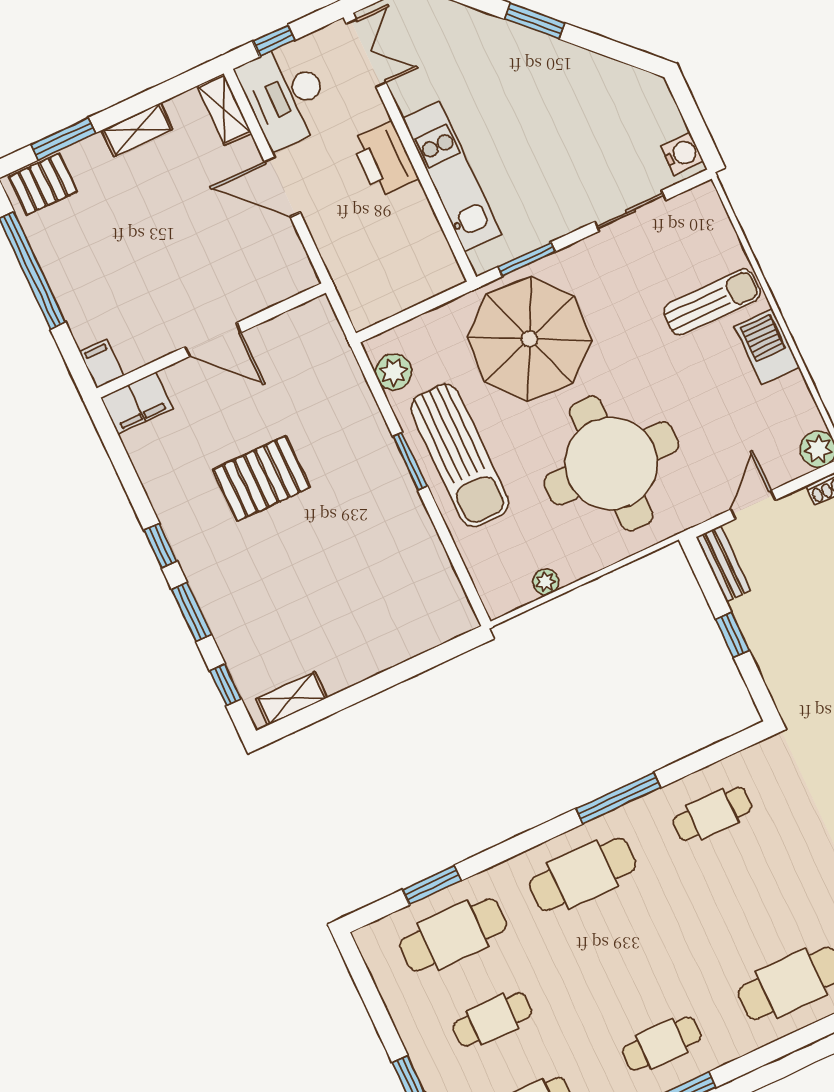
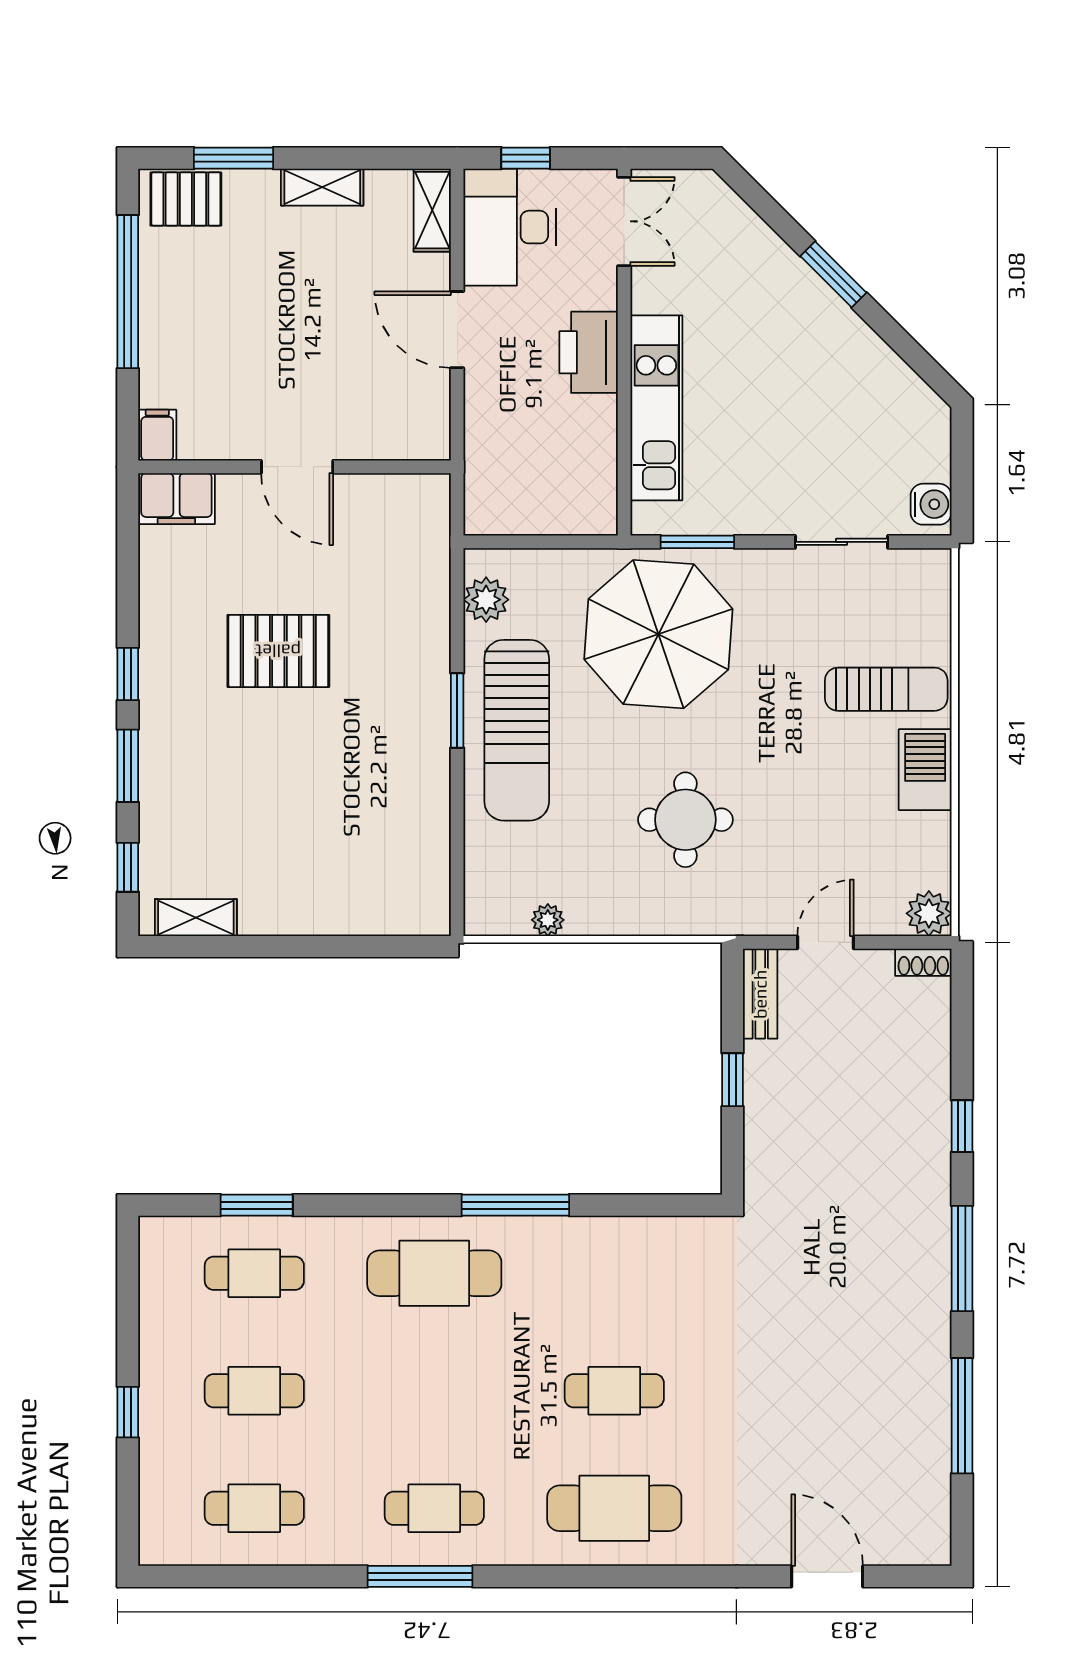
round table: (611, 463) -> (685, 820), width x0.54, depth x0.54
cafe table: (712, 814) -> (614, 1391), moved
cafe table: (453, 935) -> (254, 1273), width x0.73, depth x0.74

